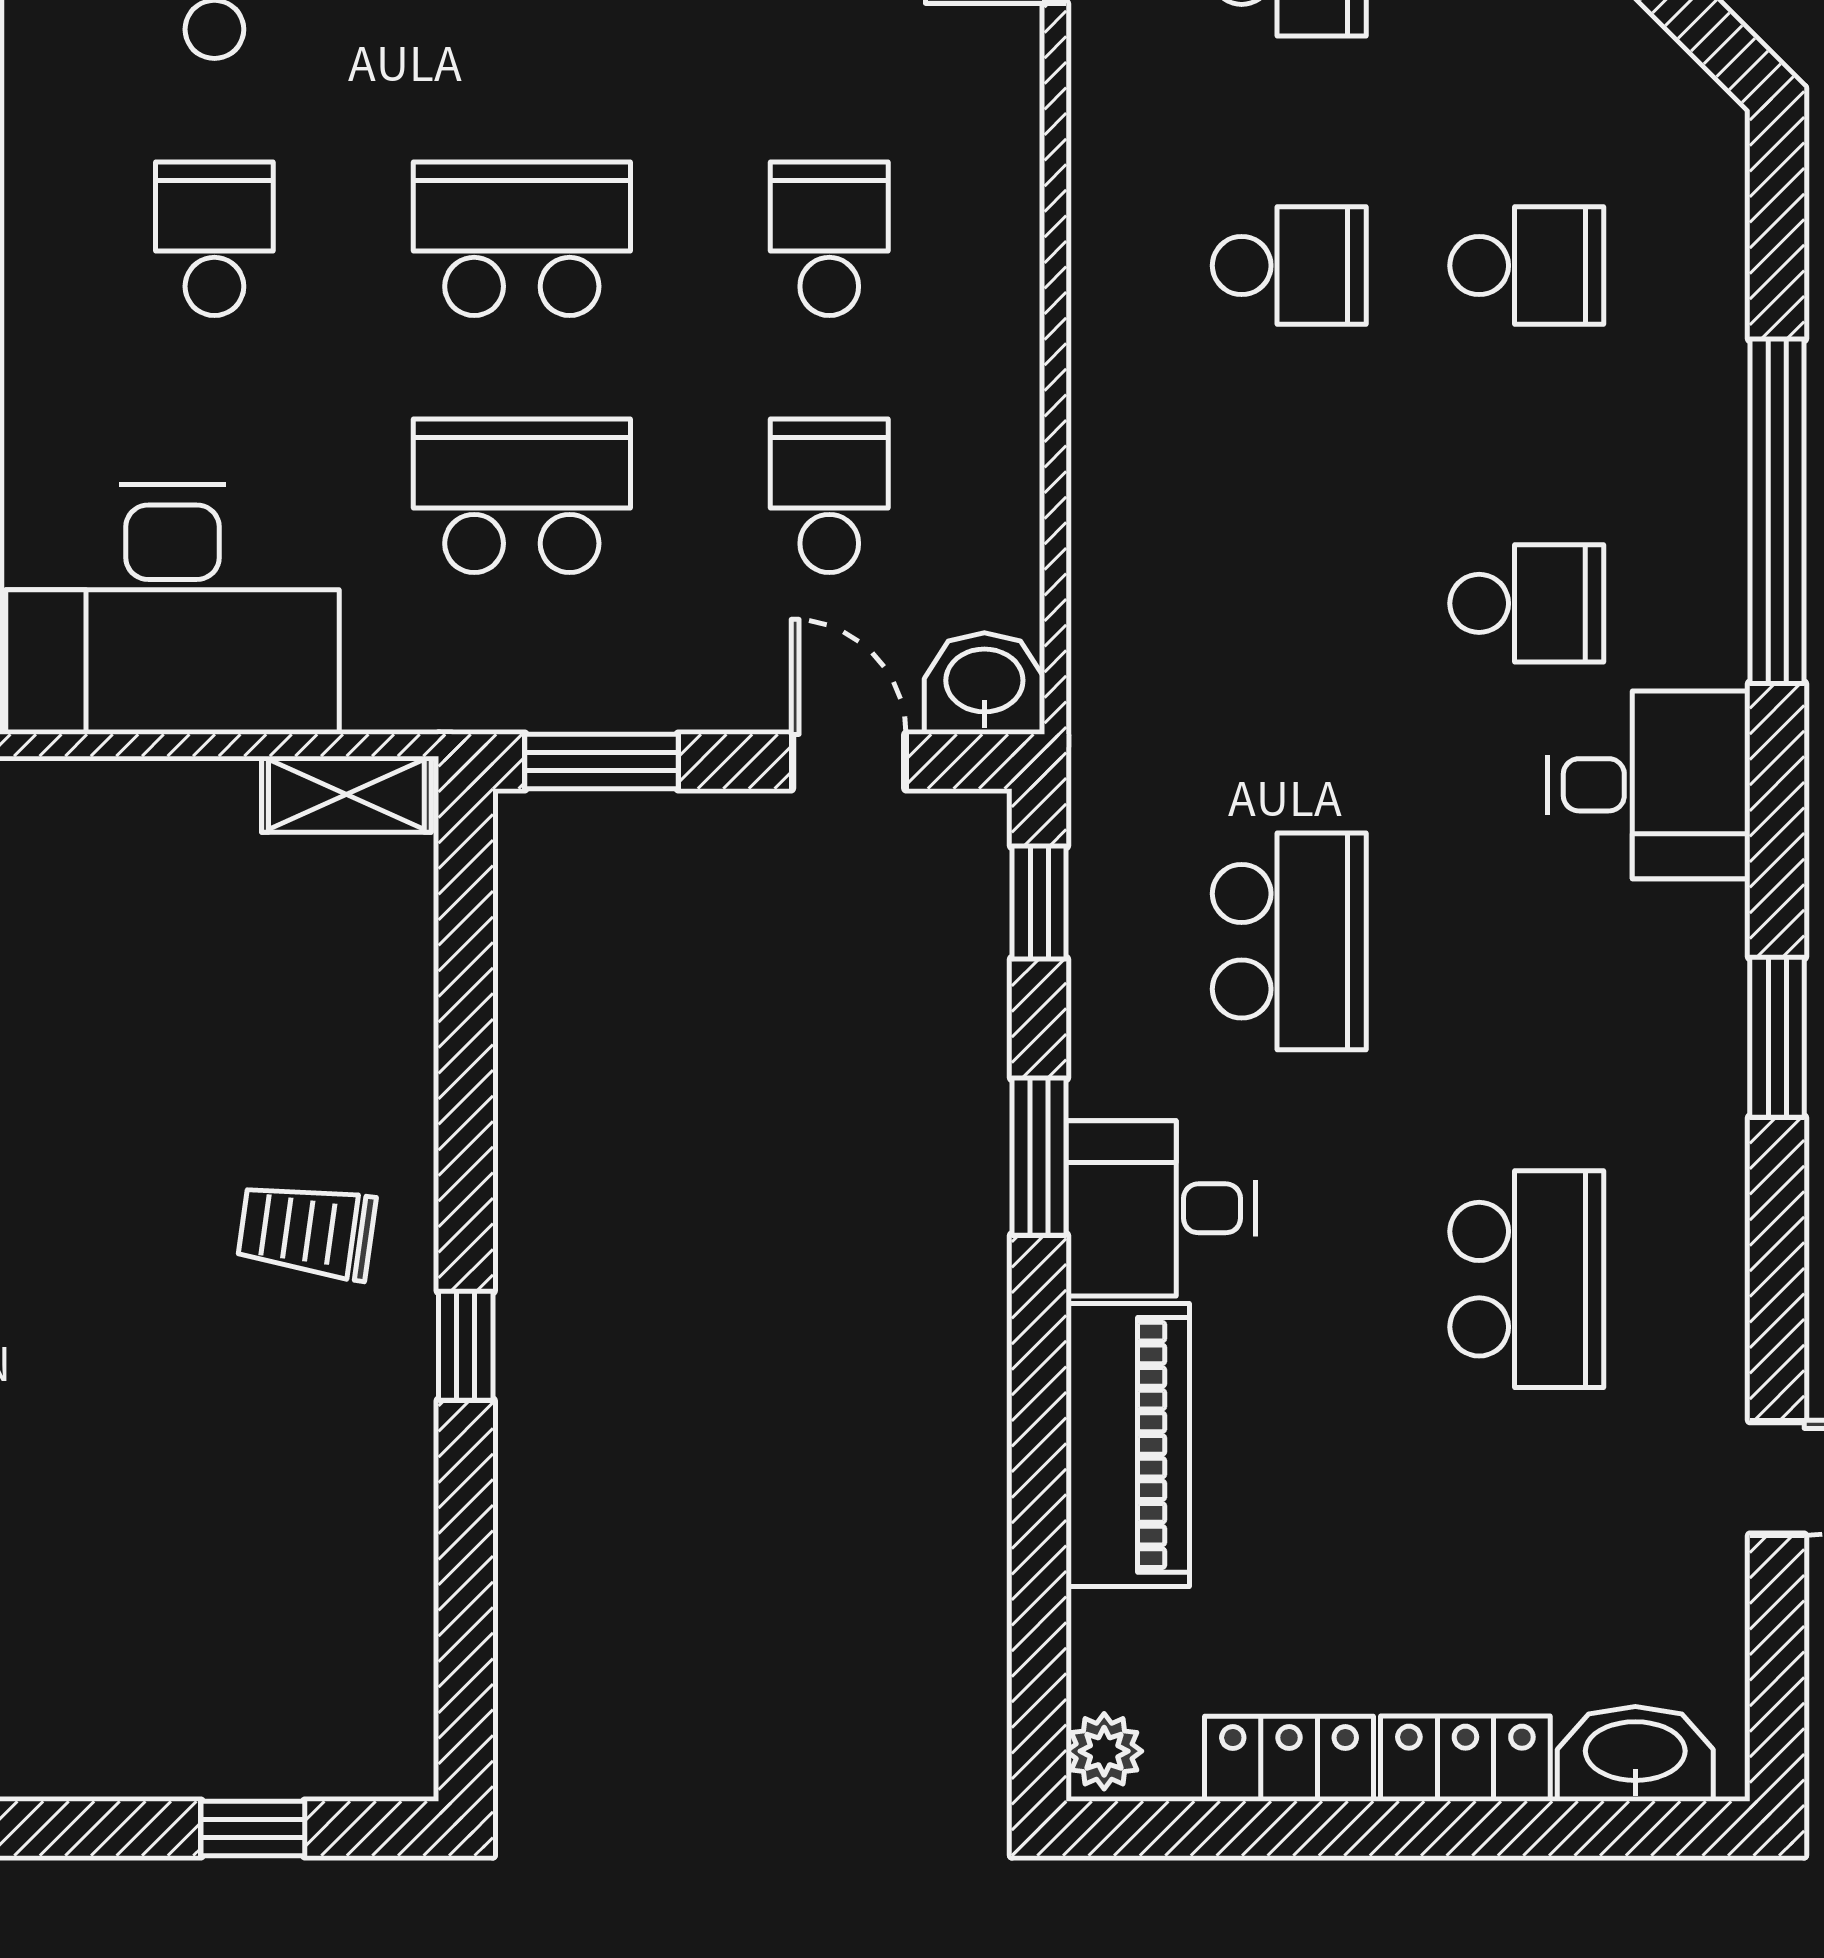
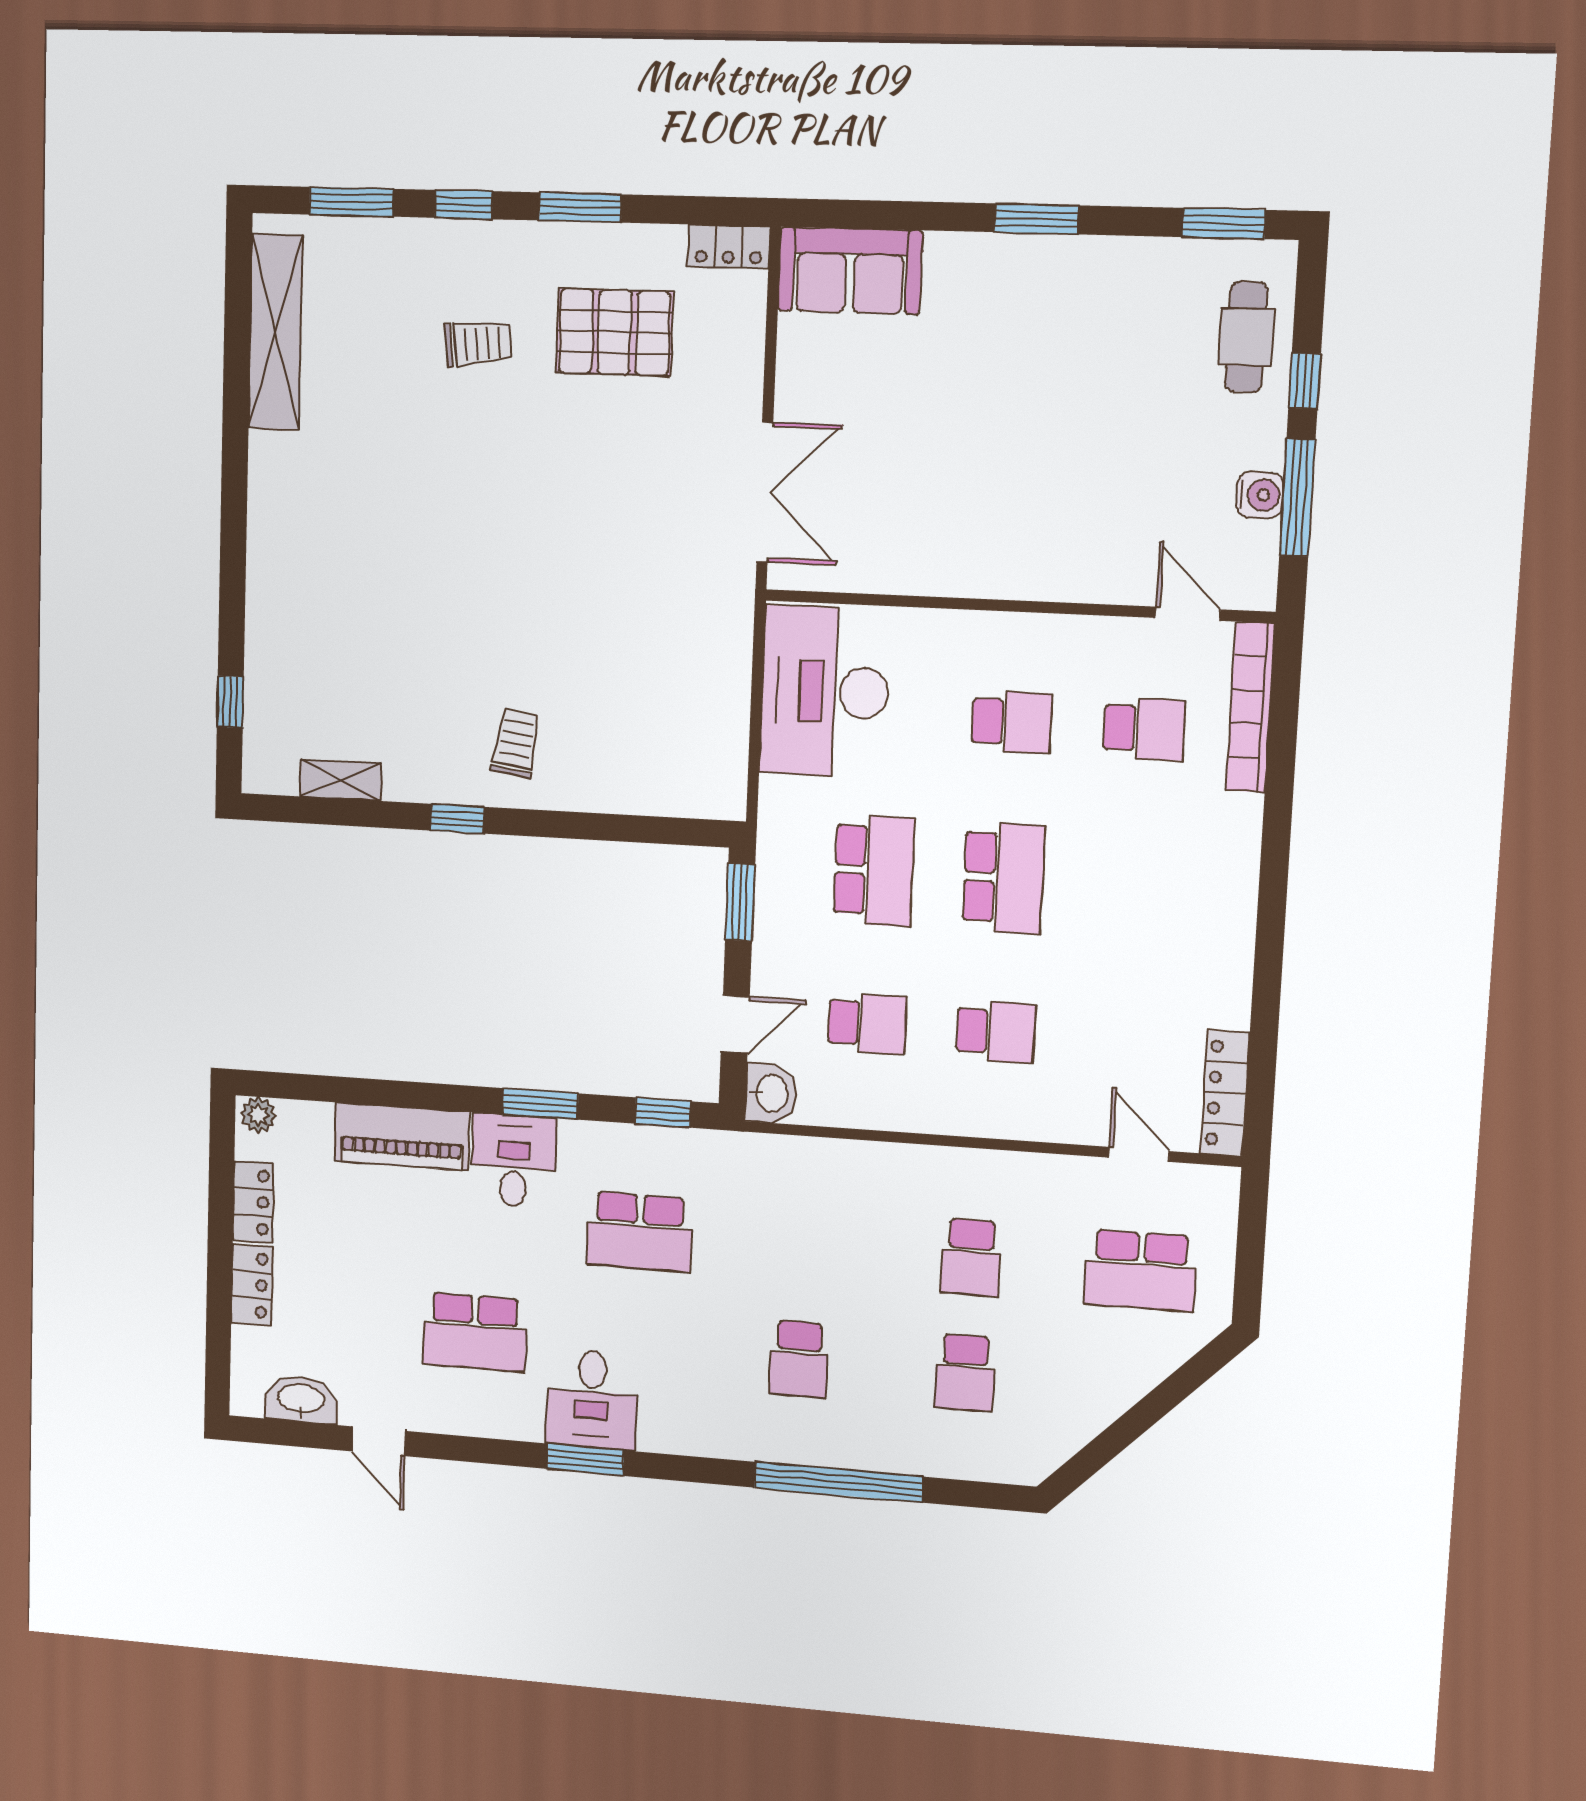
desk: (1649, 785) -> (592, 1400), moved
shelving: (346, 794) -> (341, 780), moved, turned 90
washbasin: (1635, 1754) -> (301, 1400), moved, turned -90

